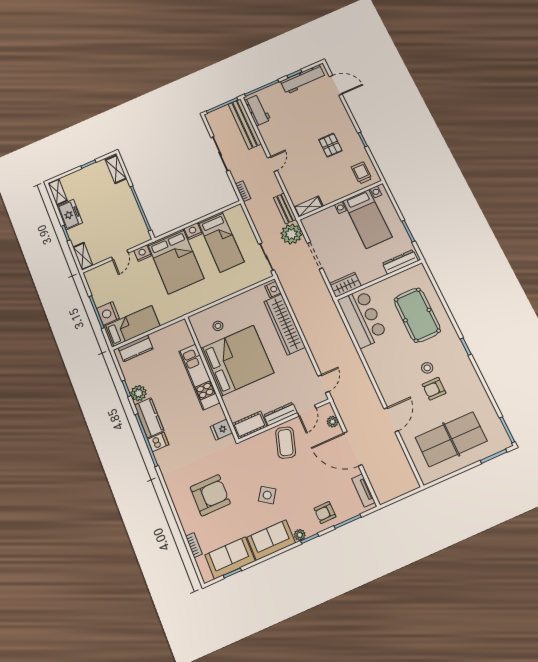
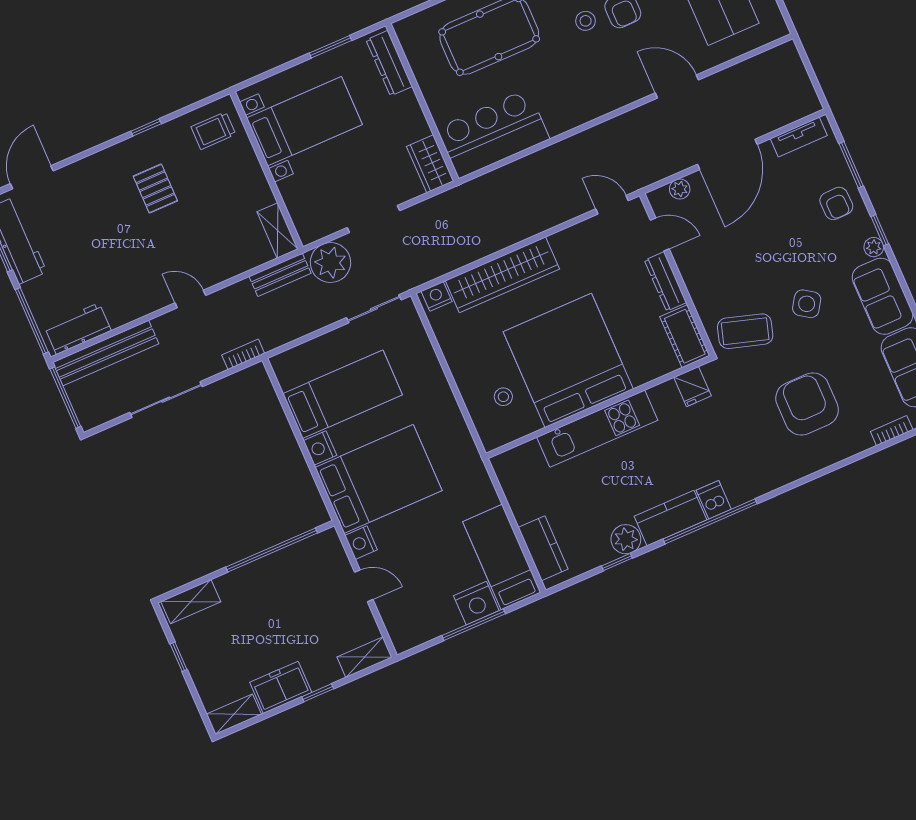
pallet: (330, 145) -> (155, 189), turned 90
coffee table: (286, 443) -> (745, 331), moved

